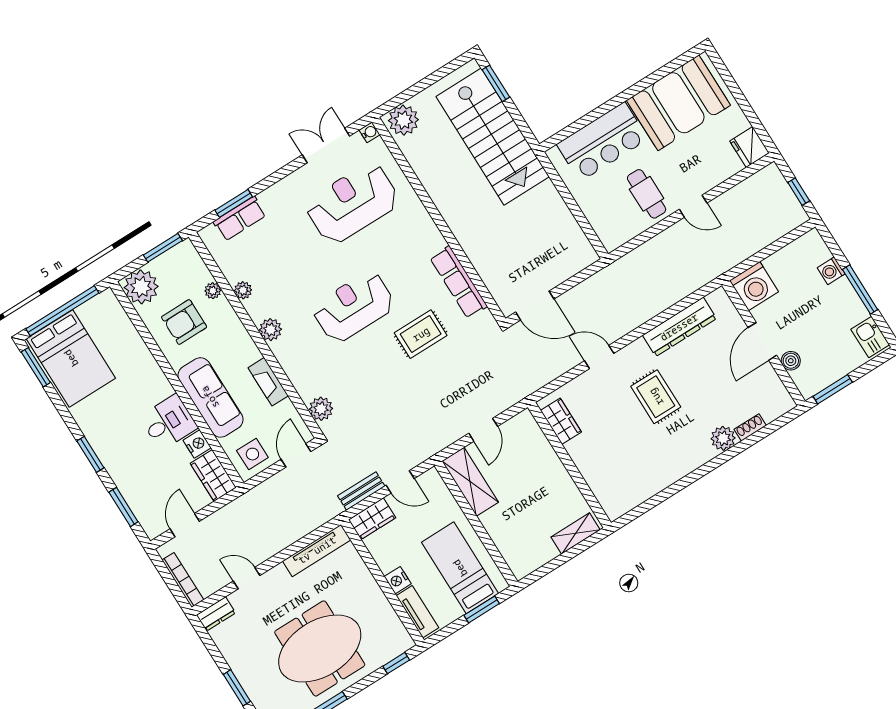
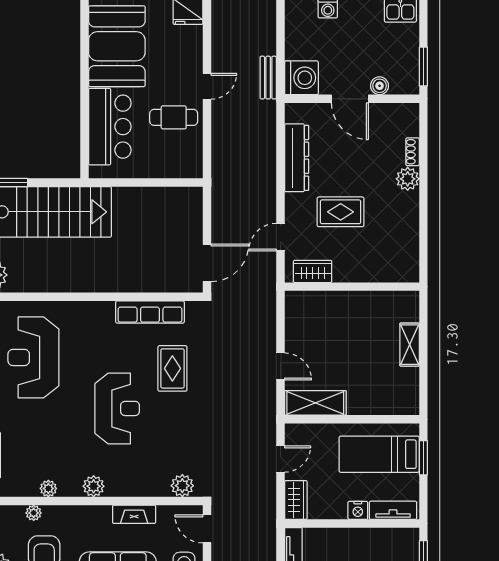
reception desk: (354, 307) -> (117, 408), turned 180
wardrobe: (561, 421) -> (313, 271), moved
wall: (569, 465) -> (352, 287), moved
bench: (361, 491) -> (268, 78), moved

